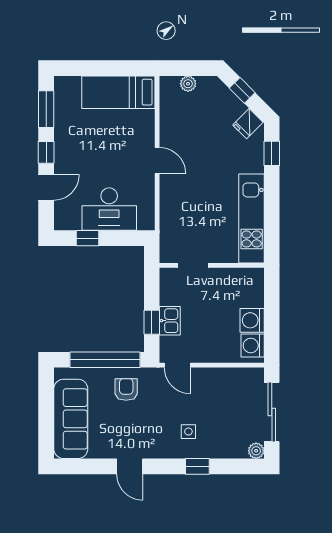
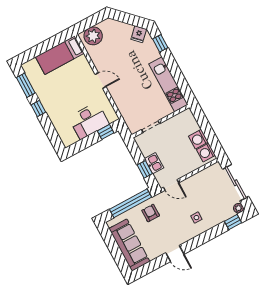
plant: (188, 84) -> (93, 36), width x1.87, depth x1.87
window: (242, 90) -> (126, 18), removed
door: (46, 187) -> (49, 127), removed
window: (88, 238) -> (106, 132), moved
window: (197, 466) -> (233, 222), moved

